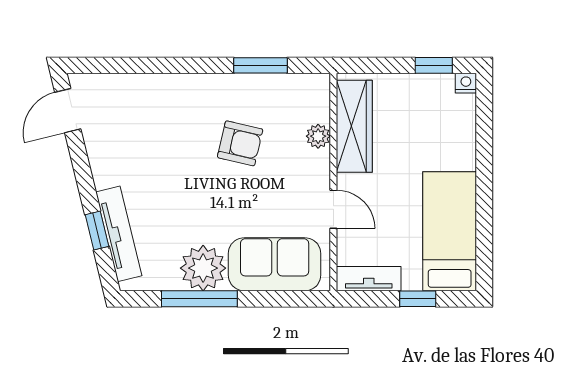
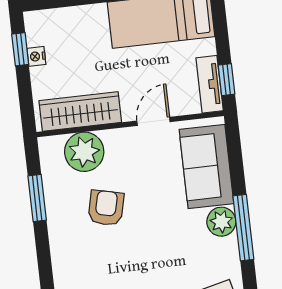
nightstand: (466, 83) -> (36, 56), moved
plant: (318, 136) -> (84, 152), width x1.88, depth x1.88
plant: (203, 268) -> (221, 222), width x0.73, depth x0.73
window: (418, 299) -> (227, 80), moved

